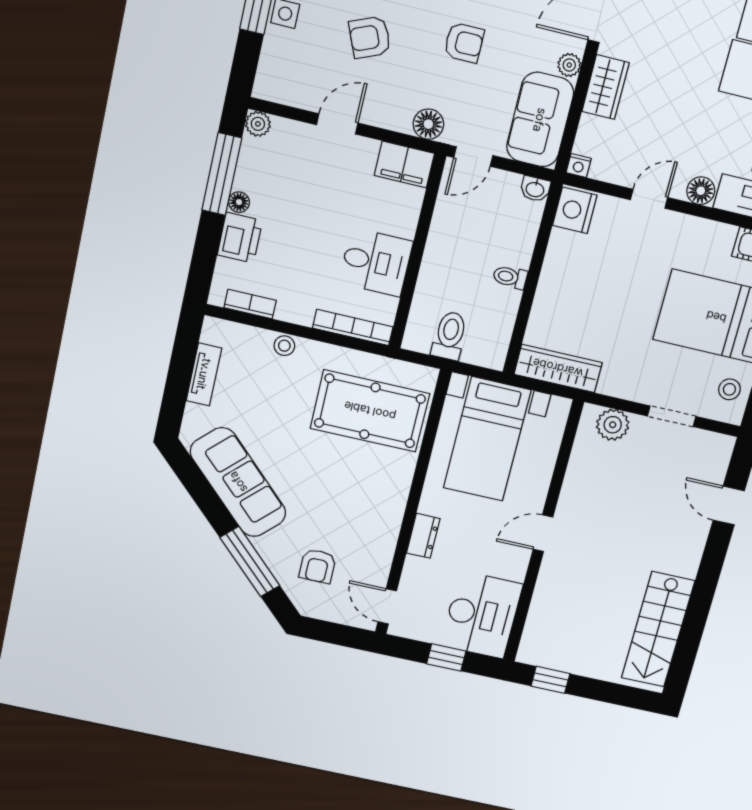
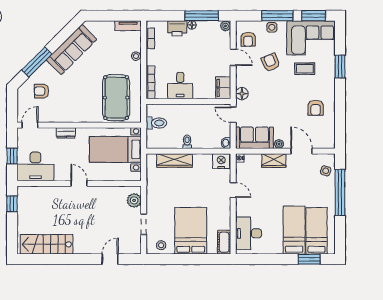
armchair: (464, 43) -> (248, 39), moved
floor lamp: (701, 191) -> (241, 210), removed
wardrobe: (558, 368) -> (175, 160), moved, turned 90
tv unit: (204, 374) -> (128, 26), moved

